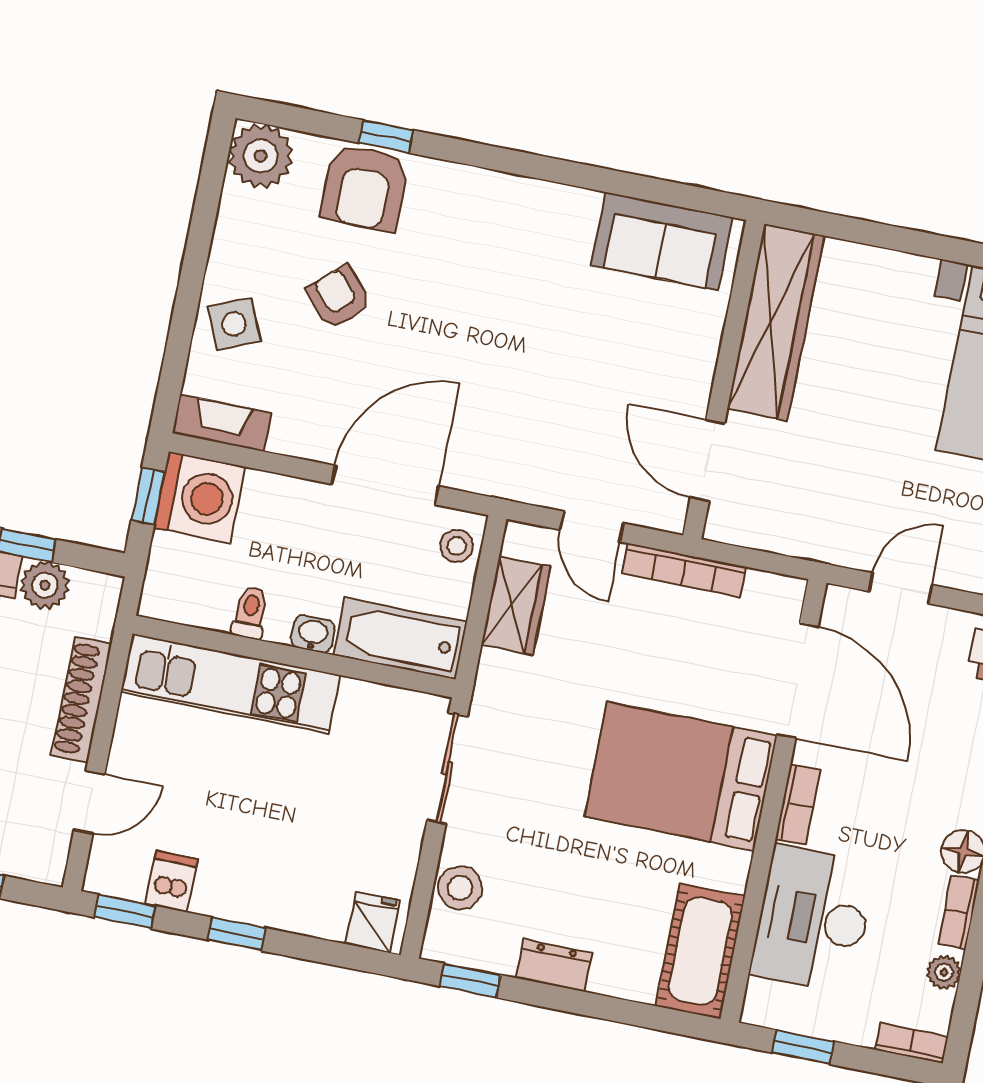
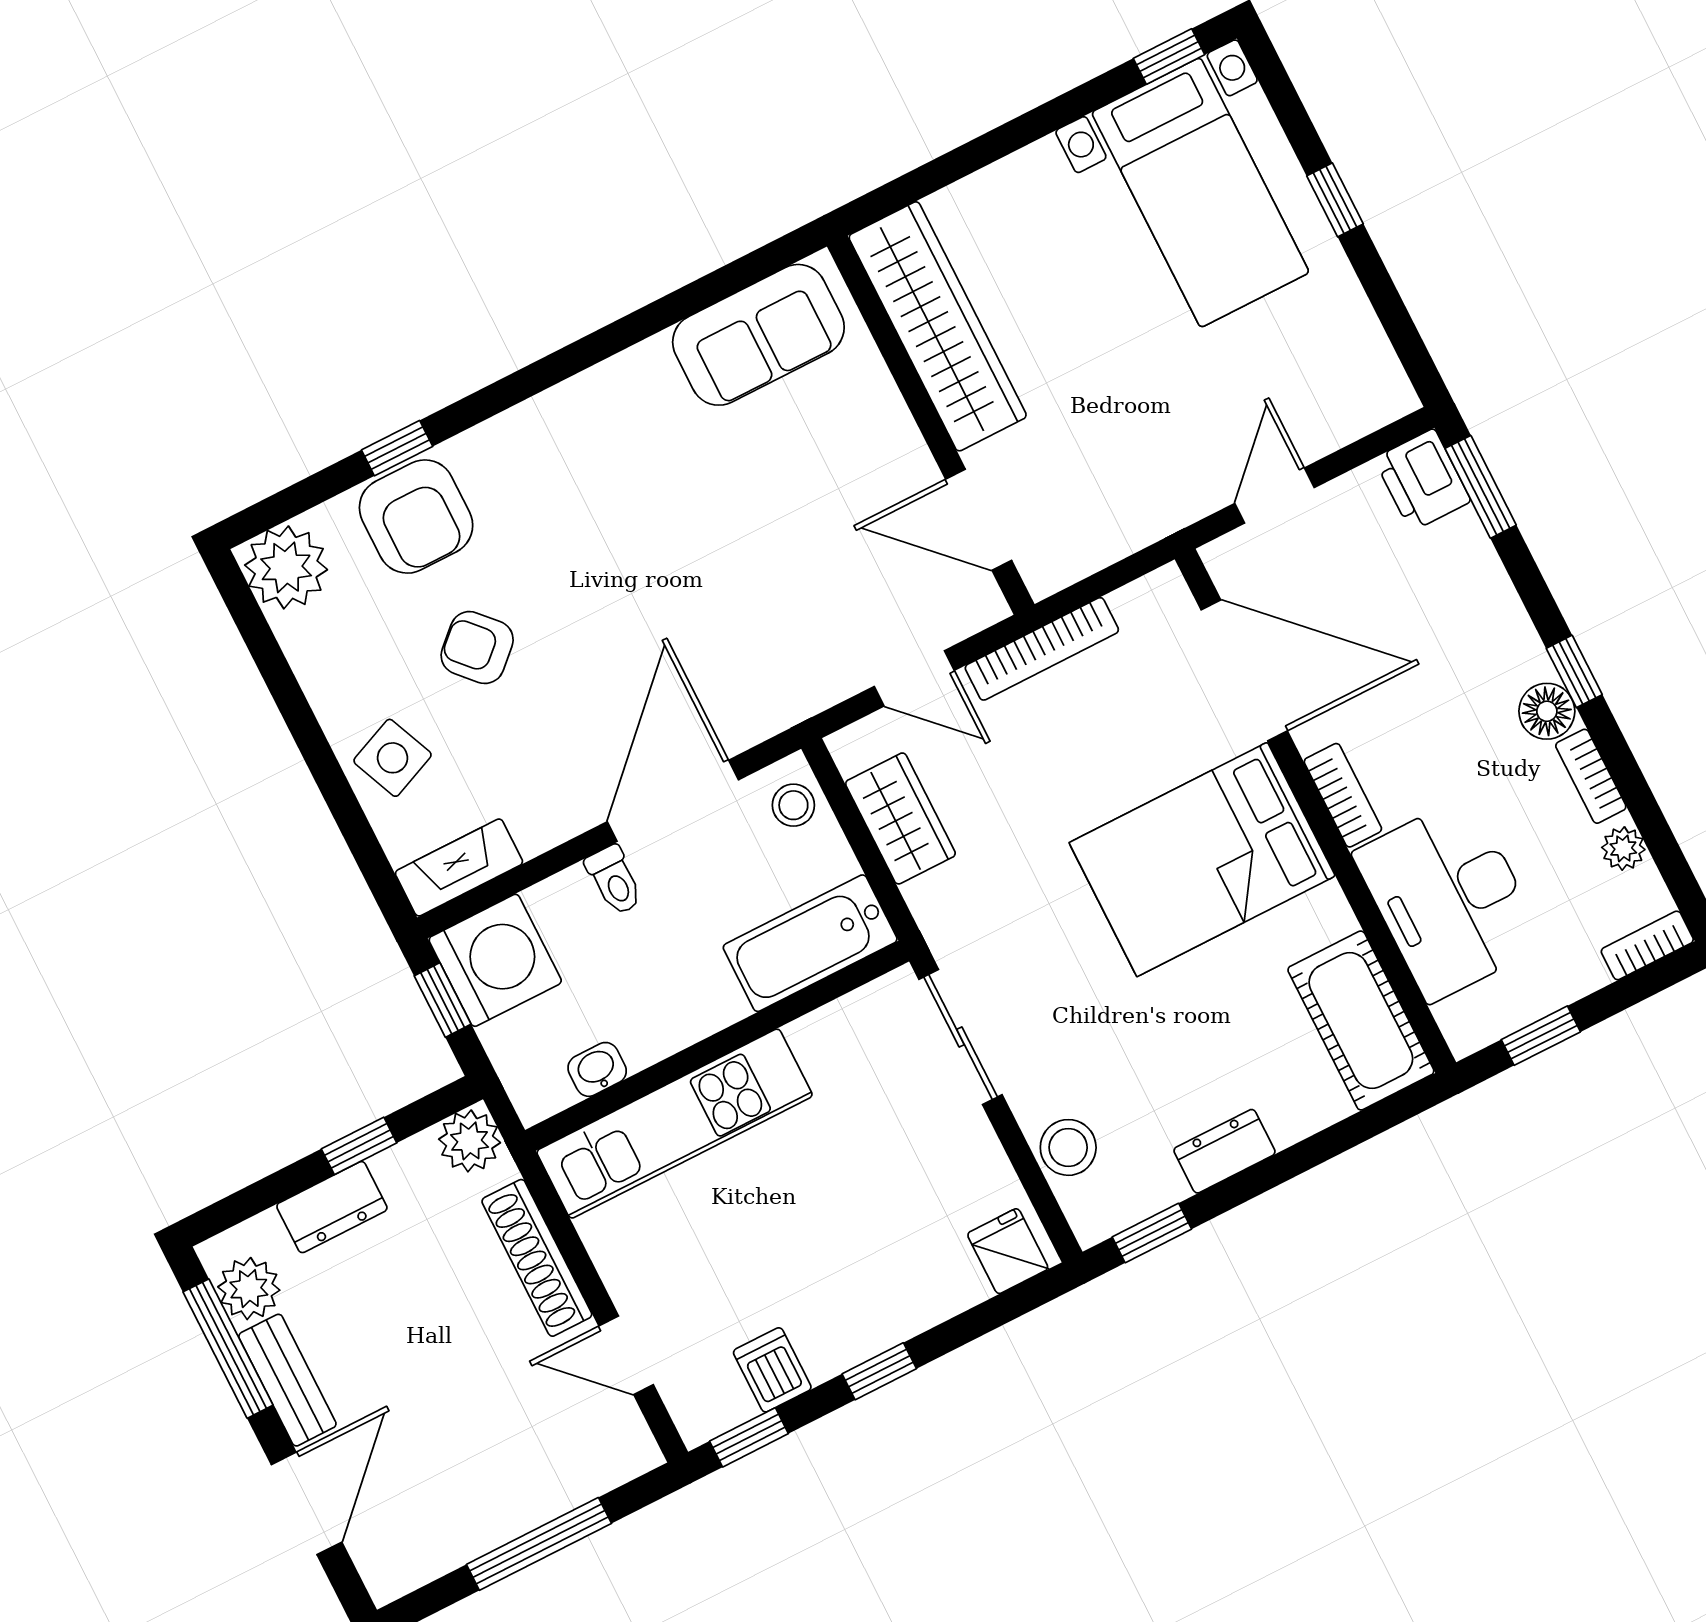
plant: (45, 585) -> (470, 1141), moved
toilet: (250, 613) -> (614, 880), moved, turned 180
washbasin: (313, 634) -> (597, 1069), moved
door: (89, 802) -> (626, 1355), swing flipped

